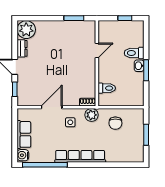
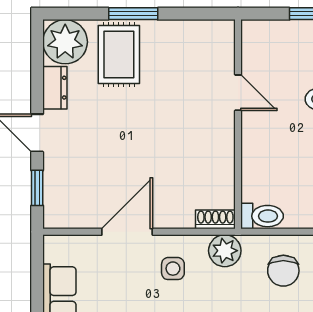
window: (74, 18) -> (133, 14), moved
rug: (48, 35) -> (119, 54), added
door: (97, 50) -> (238, 93), hinge flipped
toilet: (107, 88) -> (262, 216), moved

